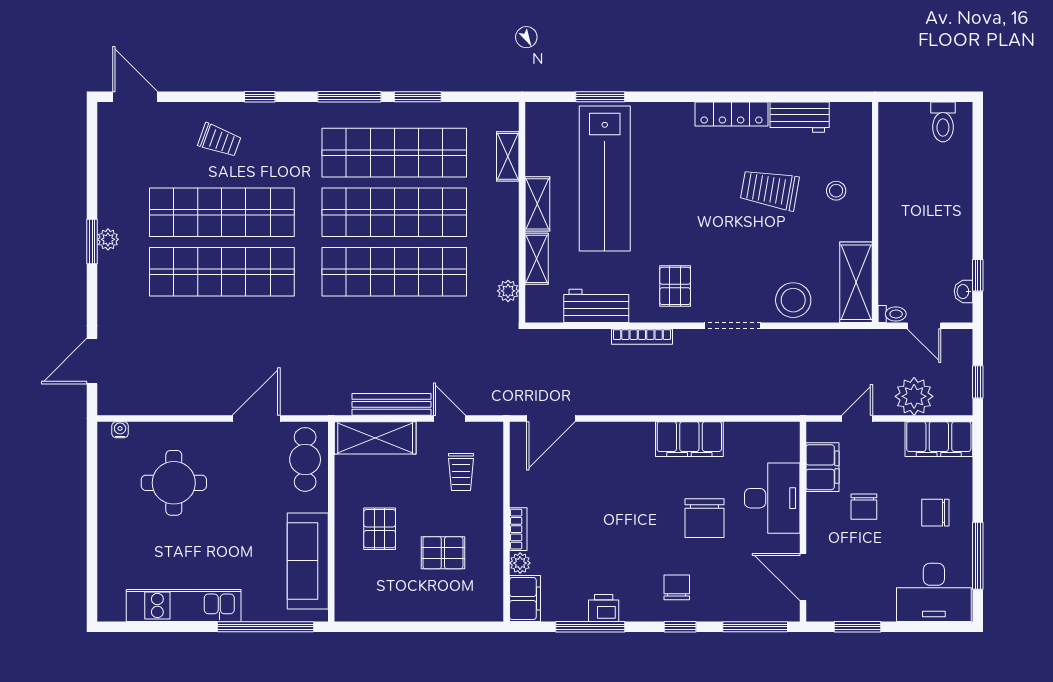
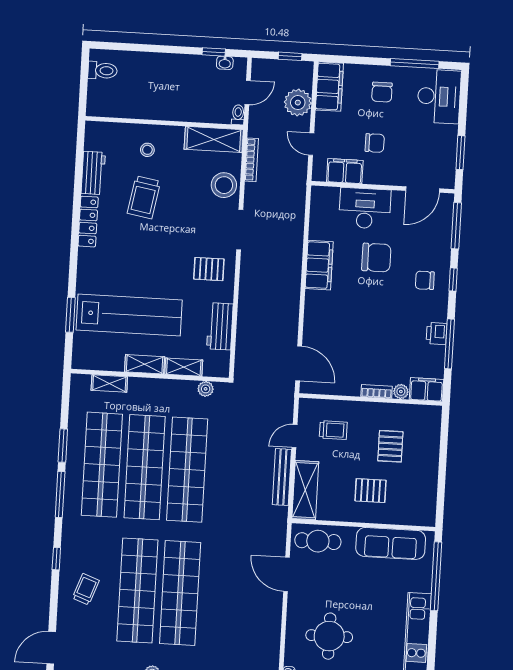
bookcase: (642, 337) -> (252, 160), moved

